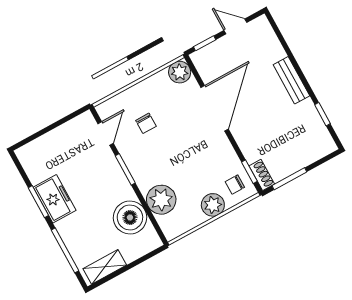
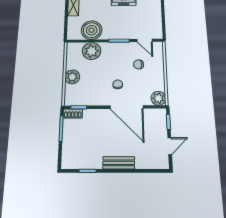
chair: (235, 184) -> (118, 84), moved

